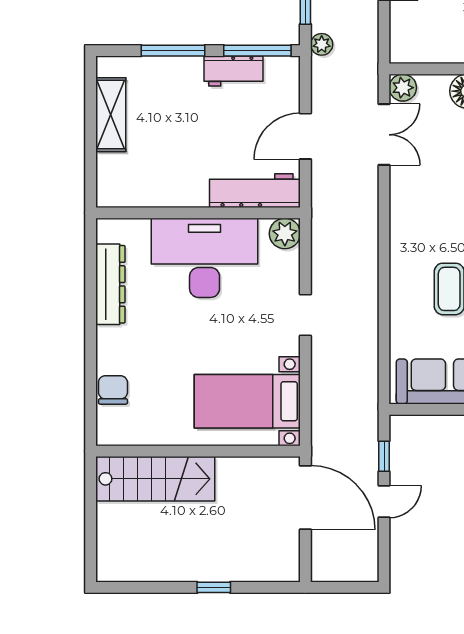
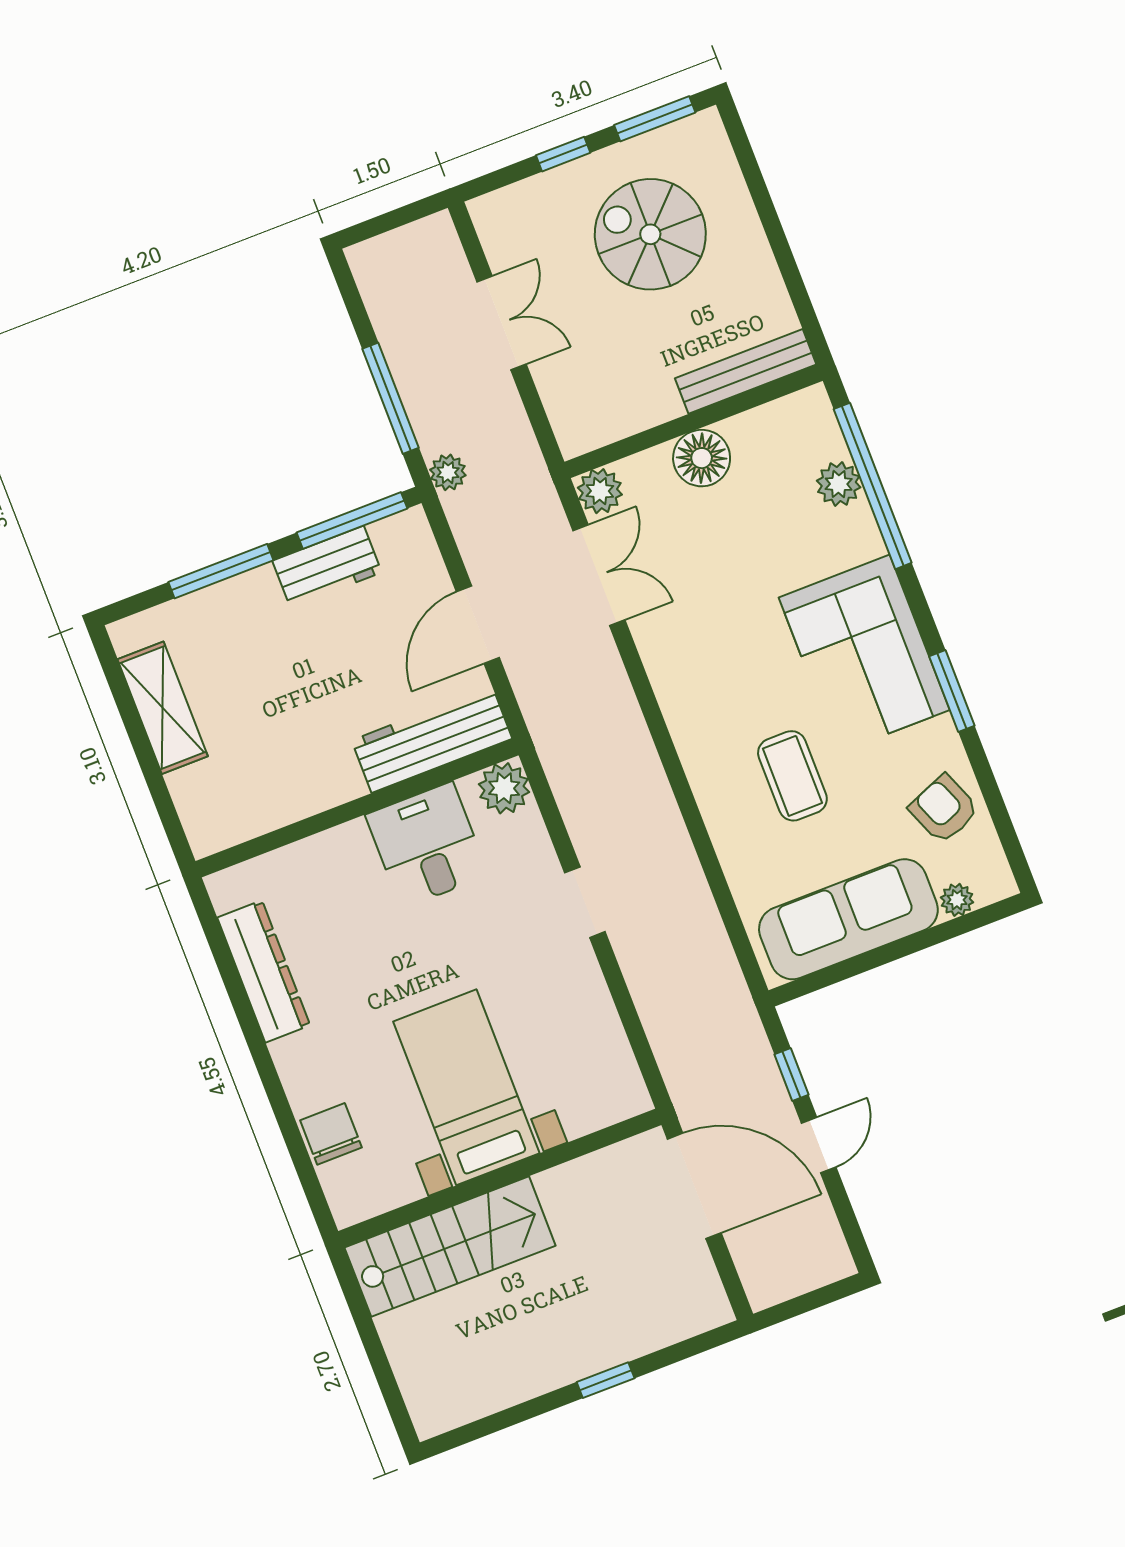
desk: (205, 258) -> (427, 845), width x0.53, depth x0.77
bed with nightstands: (247, 401) -> (466, 1087), moved, turned 90

